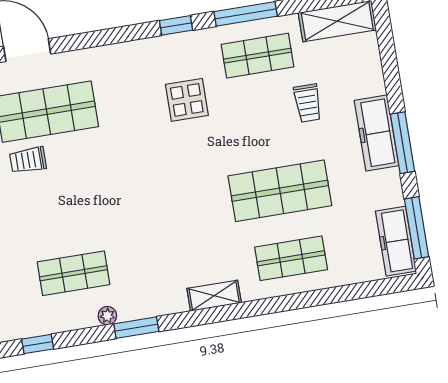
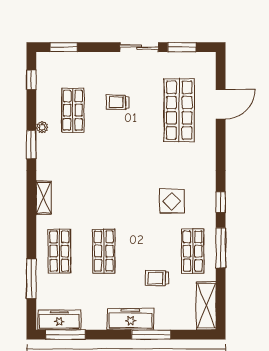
window: (402, 143) -> (151, 335), moved
trolley: (28, 160) -> (117, 102), moved, turned -90
shop shelf: (280, 191) -> (104, 251), width x0.70, depth x0.74
window: (340, 294) -> (31, 279), added

